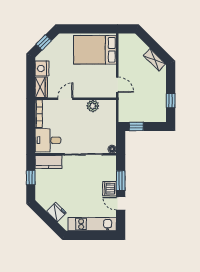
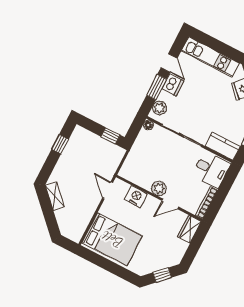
nightstand: (42, 68) -> (136, 197), moved, turned -90
plant: (93, 106) -> (159, 188), moved
plant: (110, 166) -> (160, 108), added

